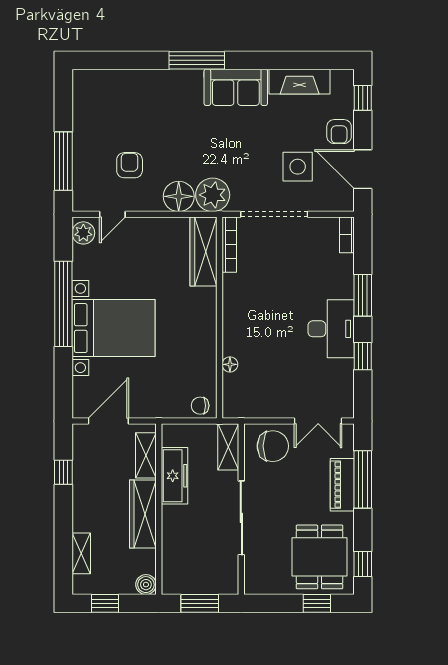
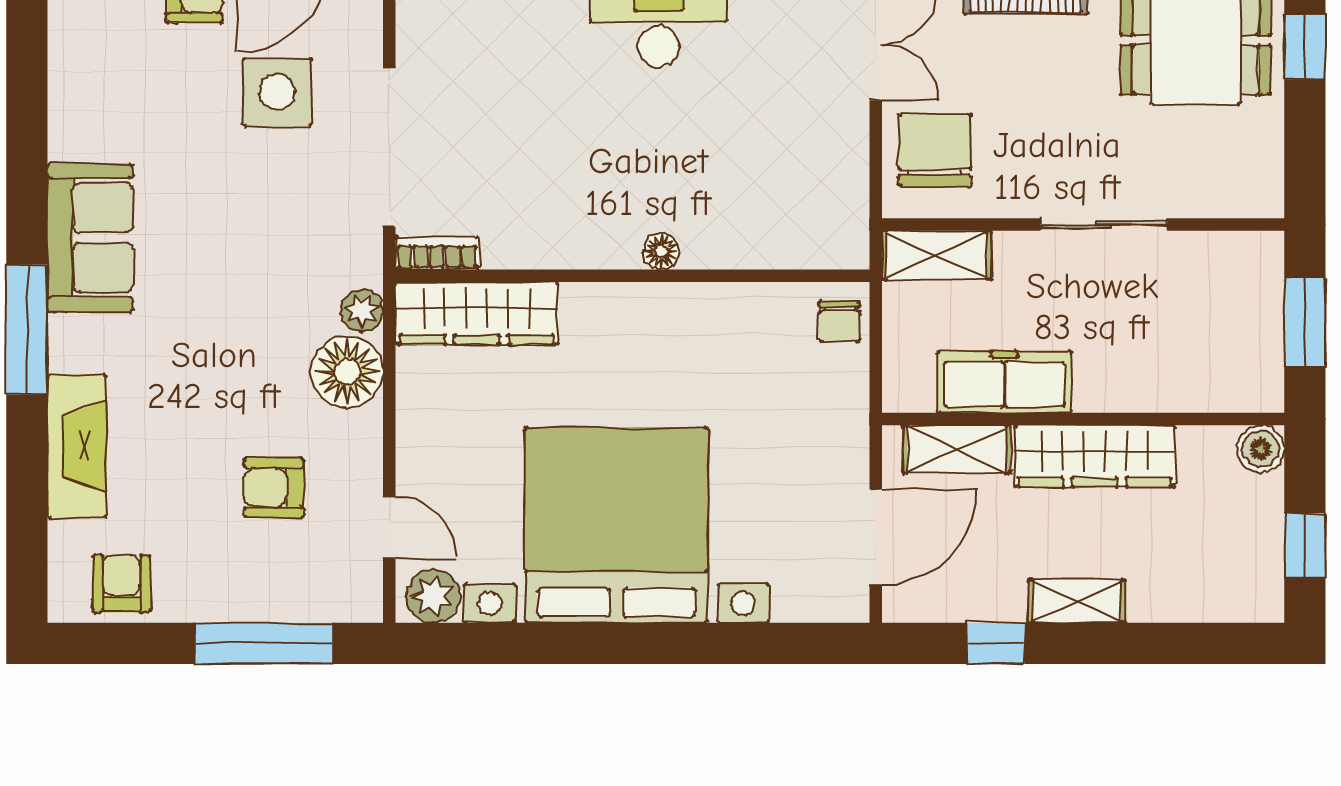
fireplace: (300, 82) -> (77, 446), moved
armchair: (89, 101) -> (122, 583), added
plant: (213, 195) -> (362, 310), width x0.53, depth x0.53
bookcase: (229, 245) -> (437, 253), width x0.64
window: (63, 304) -> (600, 643), removed
bed with nightstands: (114, 328) -> (616, 525), width x1.36
floor lamp: (230, 364) -> (661, 251), moved
door: (108, 421) -> (876, 537), swing flipped
sliding door: (241, 518) -> (1104, 224), width x0.73
shelving: (81, 553) -> (1077, 601), moved

